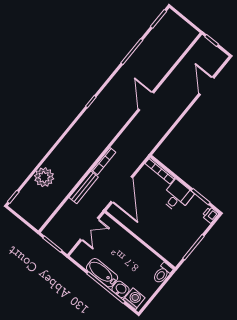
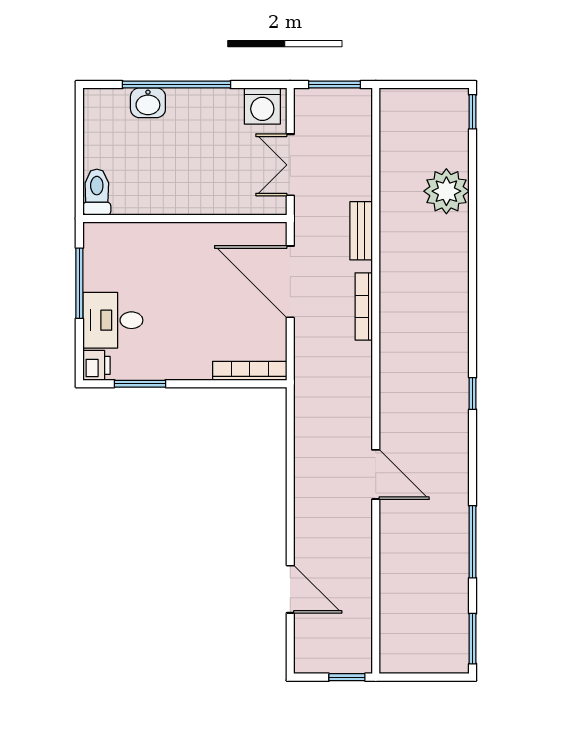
bench: (84, 187) -> (361, 231), width x0.73
desk: (177, 196) -> (113, 320), moved, turned 90
bathtub: (102, 273) -> (205, 105), removed
washing machine: (134, 299) -> (262, 106), moved

